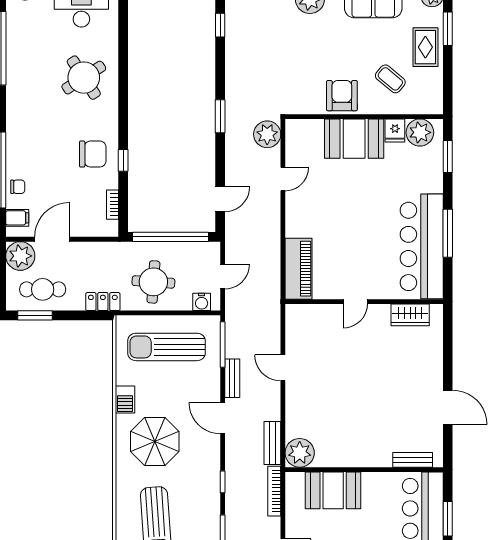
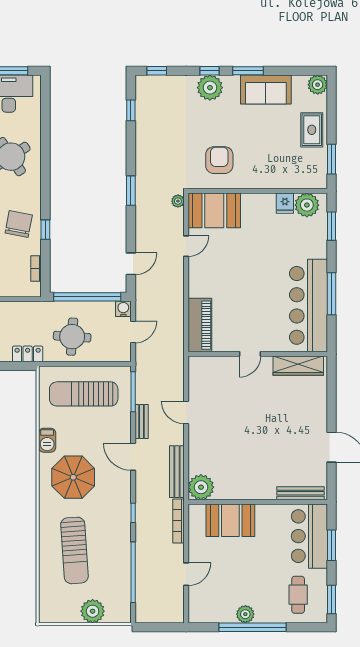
window: (448, 29) -> (331, 159), moved
coffee table: (390, 79) -> (281, 158), removed
armchair: (342, 96) -> (219, 160), moved
plant: (267, 134) -> (178, 201), width x0.53, depth x0.53
booth: (354, 139) -> (214, 210), moved
chair: (93, 154) -> (19, 224), turned -79
water cooler: (202, 302) -> (123, 309), moved, turned 180
wardrobe: (410, 315) -> (298, 366), width x1.50
bench: (272, 443) -> (177, 472), width x1.36
bench: (413, 460) -> (300, 493), width x1.36

